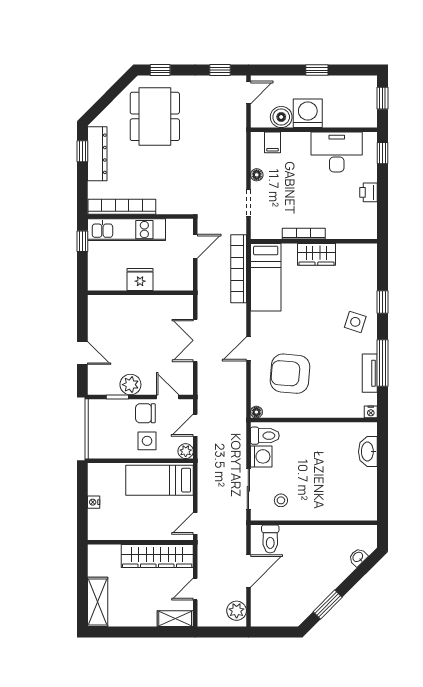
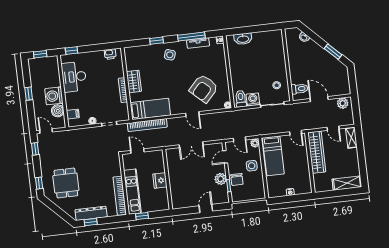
dining table: (155, 116) -> (66, 183), width x0.73
printer: (369, 192) -> (110, 54), moved
armchair: (290, 374) -> (204, 89), turned 38
chair: (145, 413) -> (237, 179), moved

